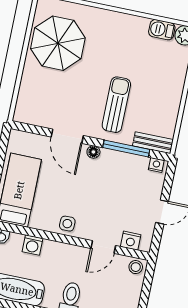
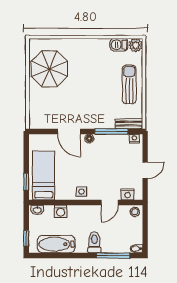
sun lounger: (116, 105) -> (129, 84), moved

